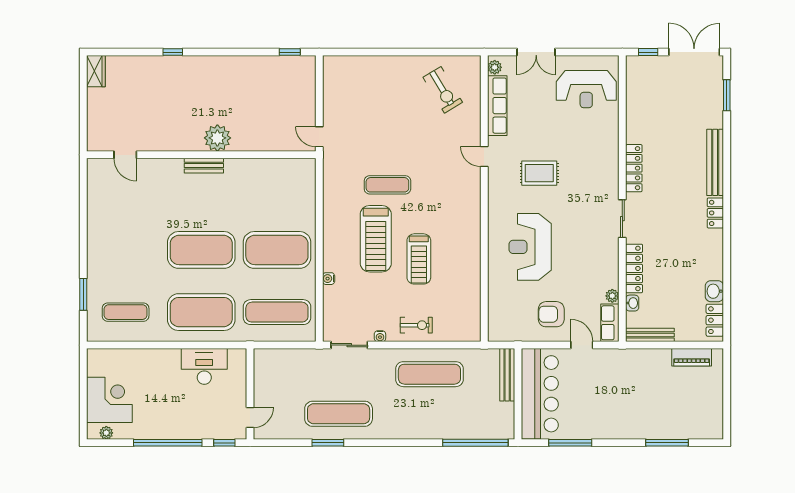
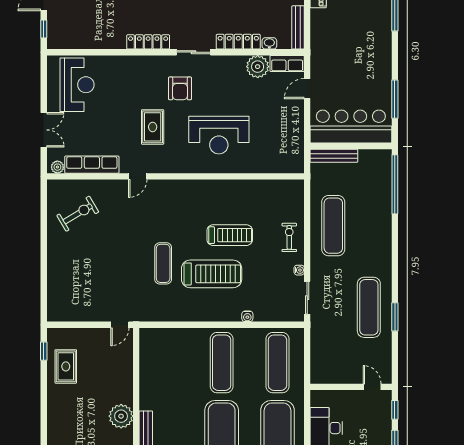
rug: (273, 77) -> (66, 366), added
exercise mat: (277, 250) -> (222, 363), width x0.68
plant: (612, 296) -> (258, 67), width x1.88, depth x1.88
armchair: (551, 314) -> (180, 88), moved

